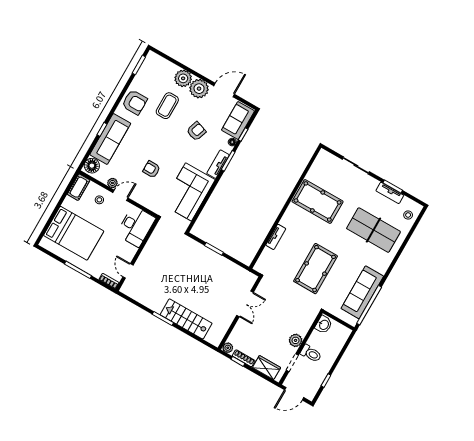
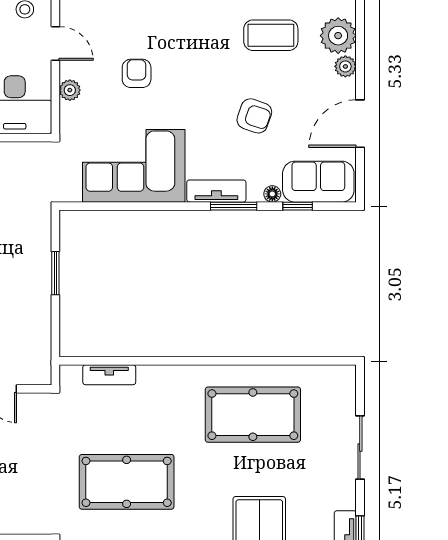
plant: (199, 89) -> (345, 66), width x0.53, depth x0.53
door: (224, 90) -> (360, 124), swing flipped
plant: (112, 183) -> (70, 90), moved
pool table: (318, 201) -> (253, 415), turned 90
tv unit: (276, 237) -> (109, 375), moved

